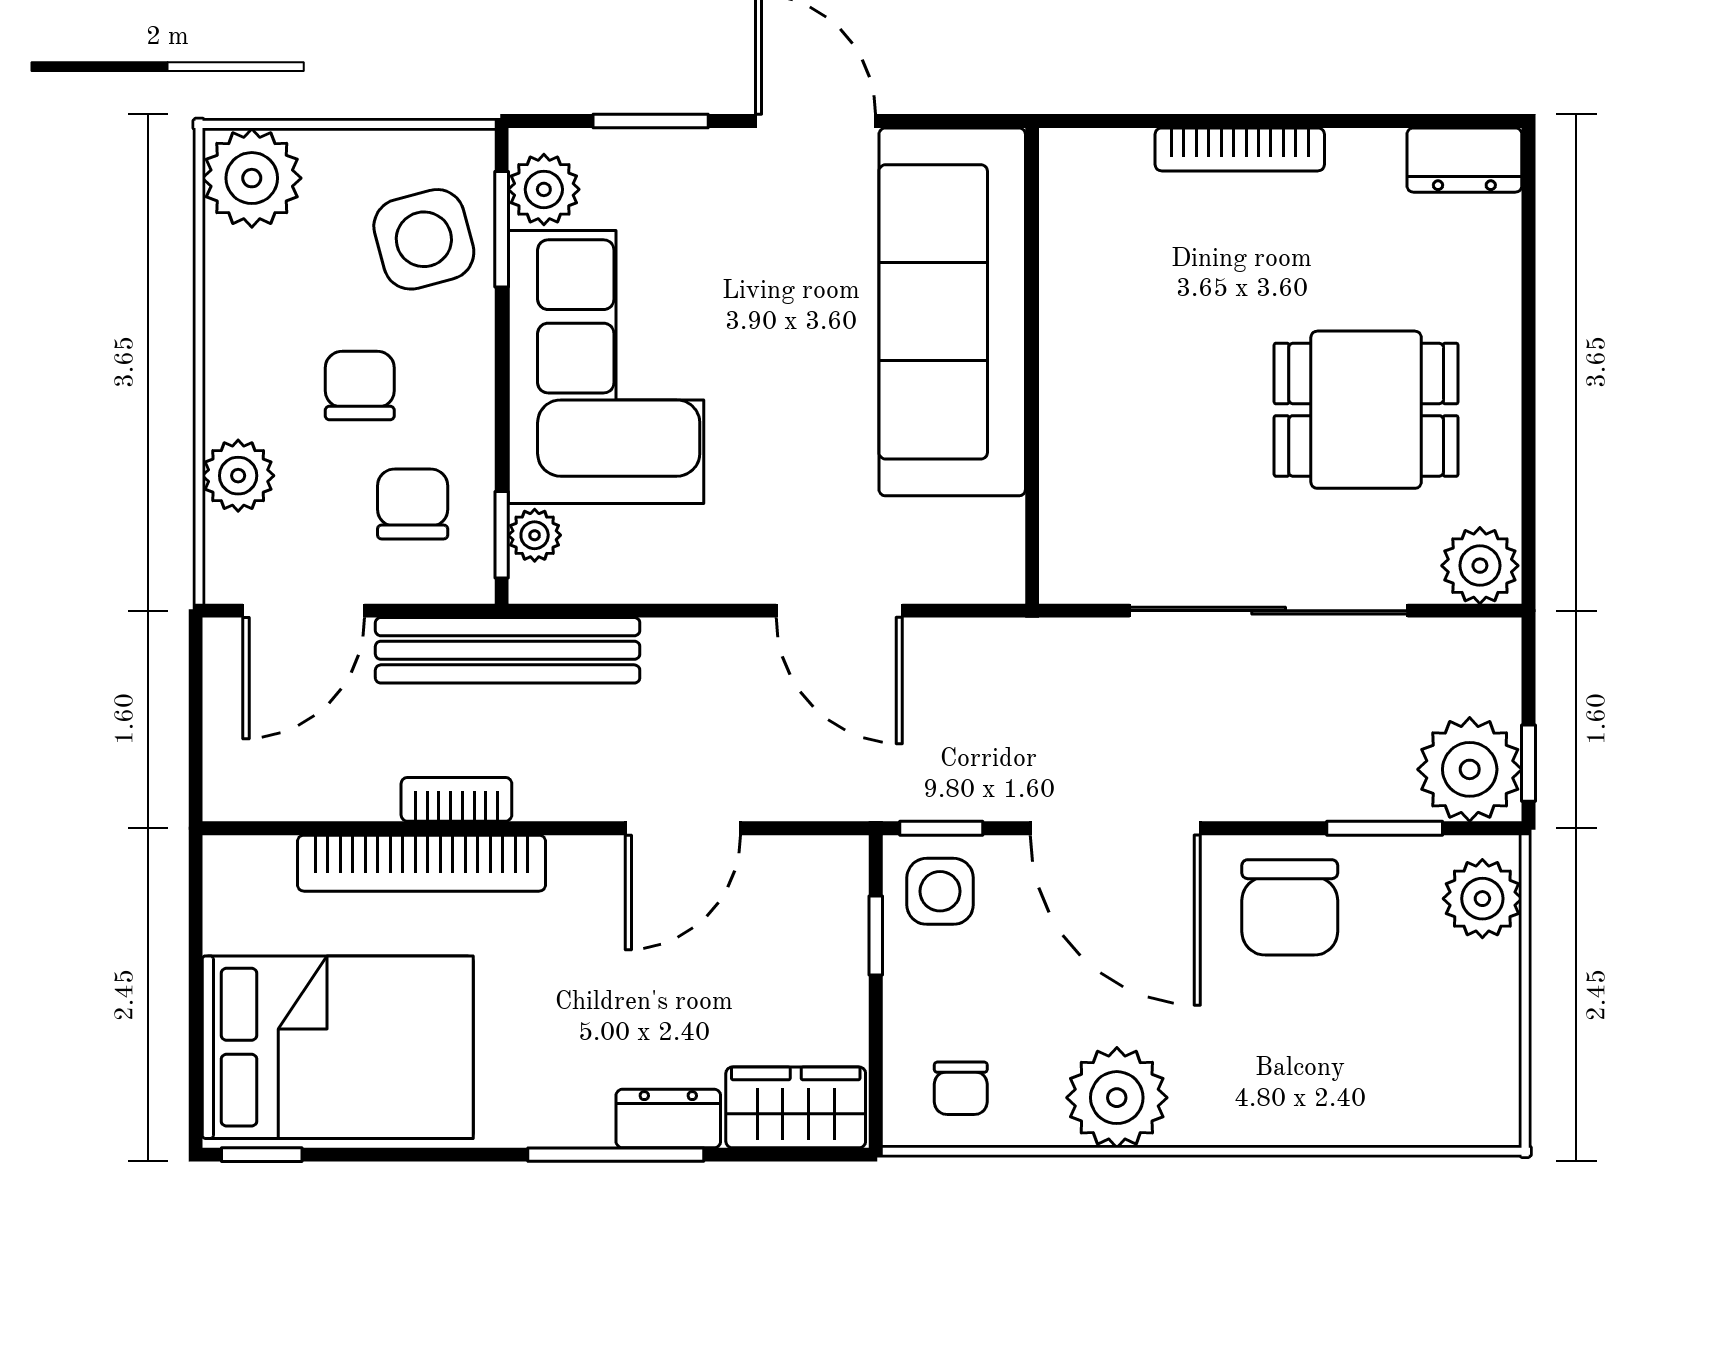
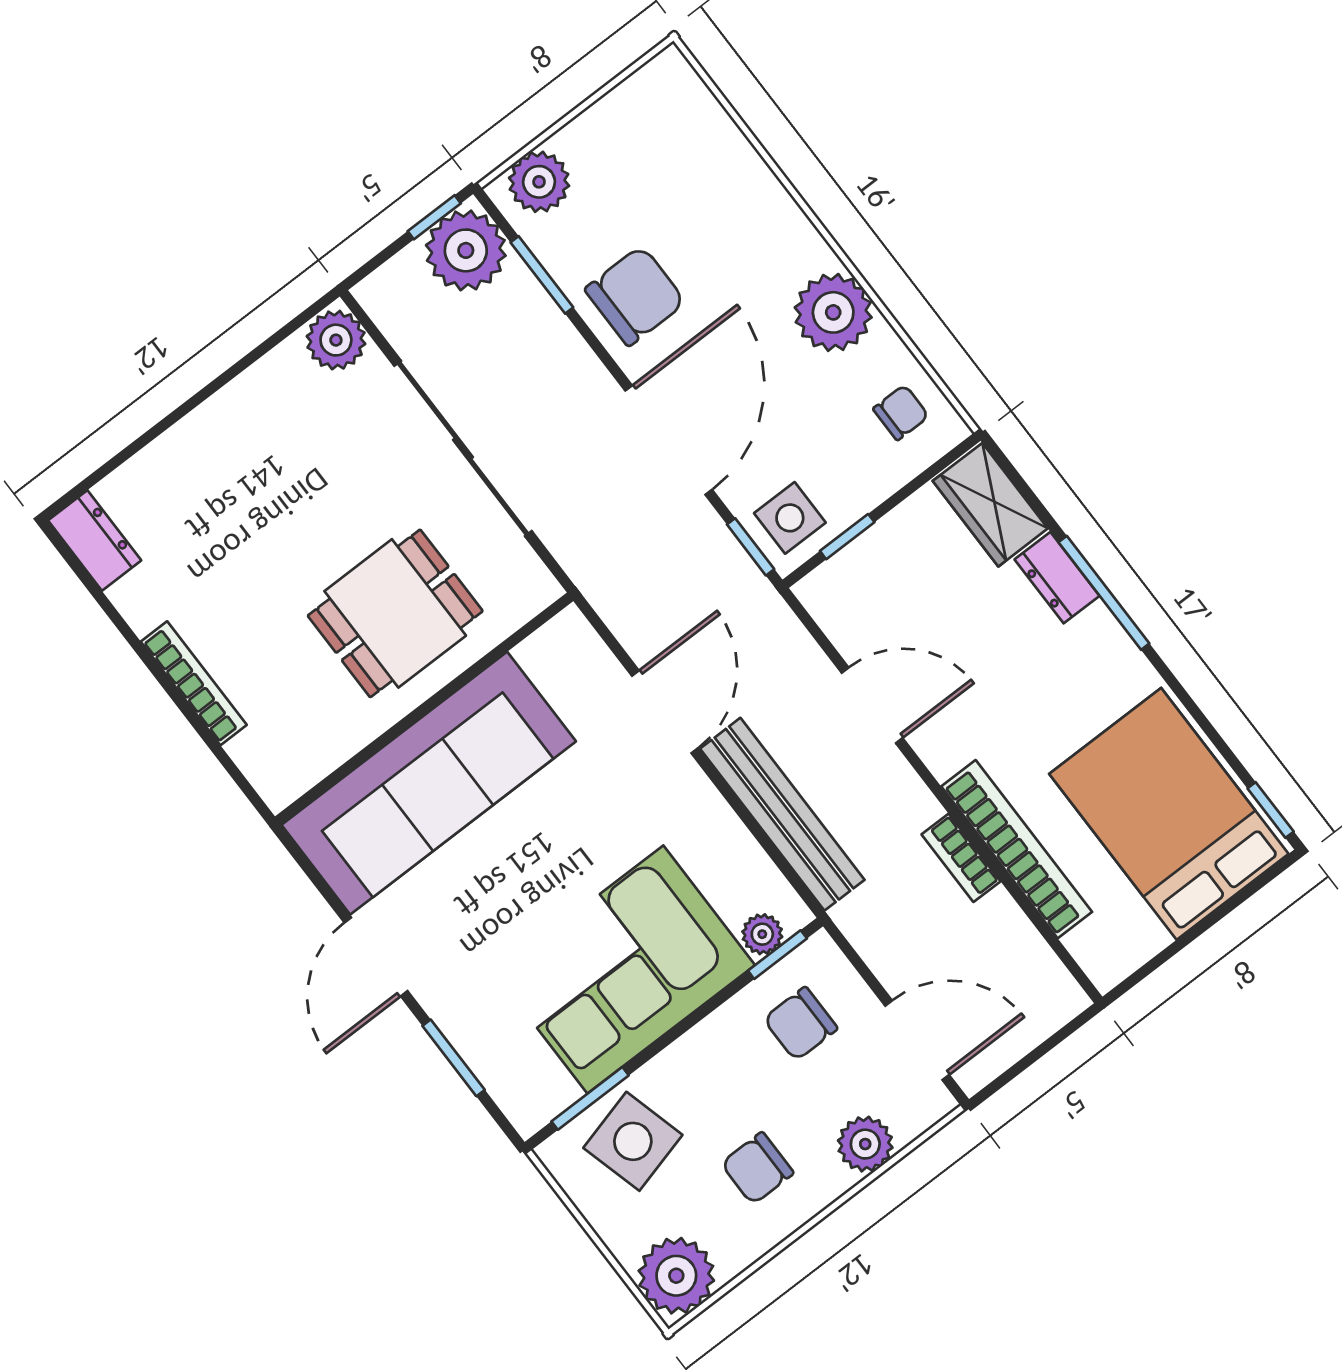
plant: (544, 189) -> (546, 1091), removed
chair: (360, 385) -> (757, 1168), moved
dining table: (1366, 410) -> (395, 613), moved, turned 90
bench: (508, 650) -> (782, 814), moved

